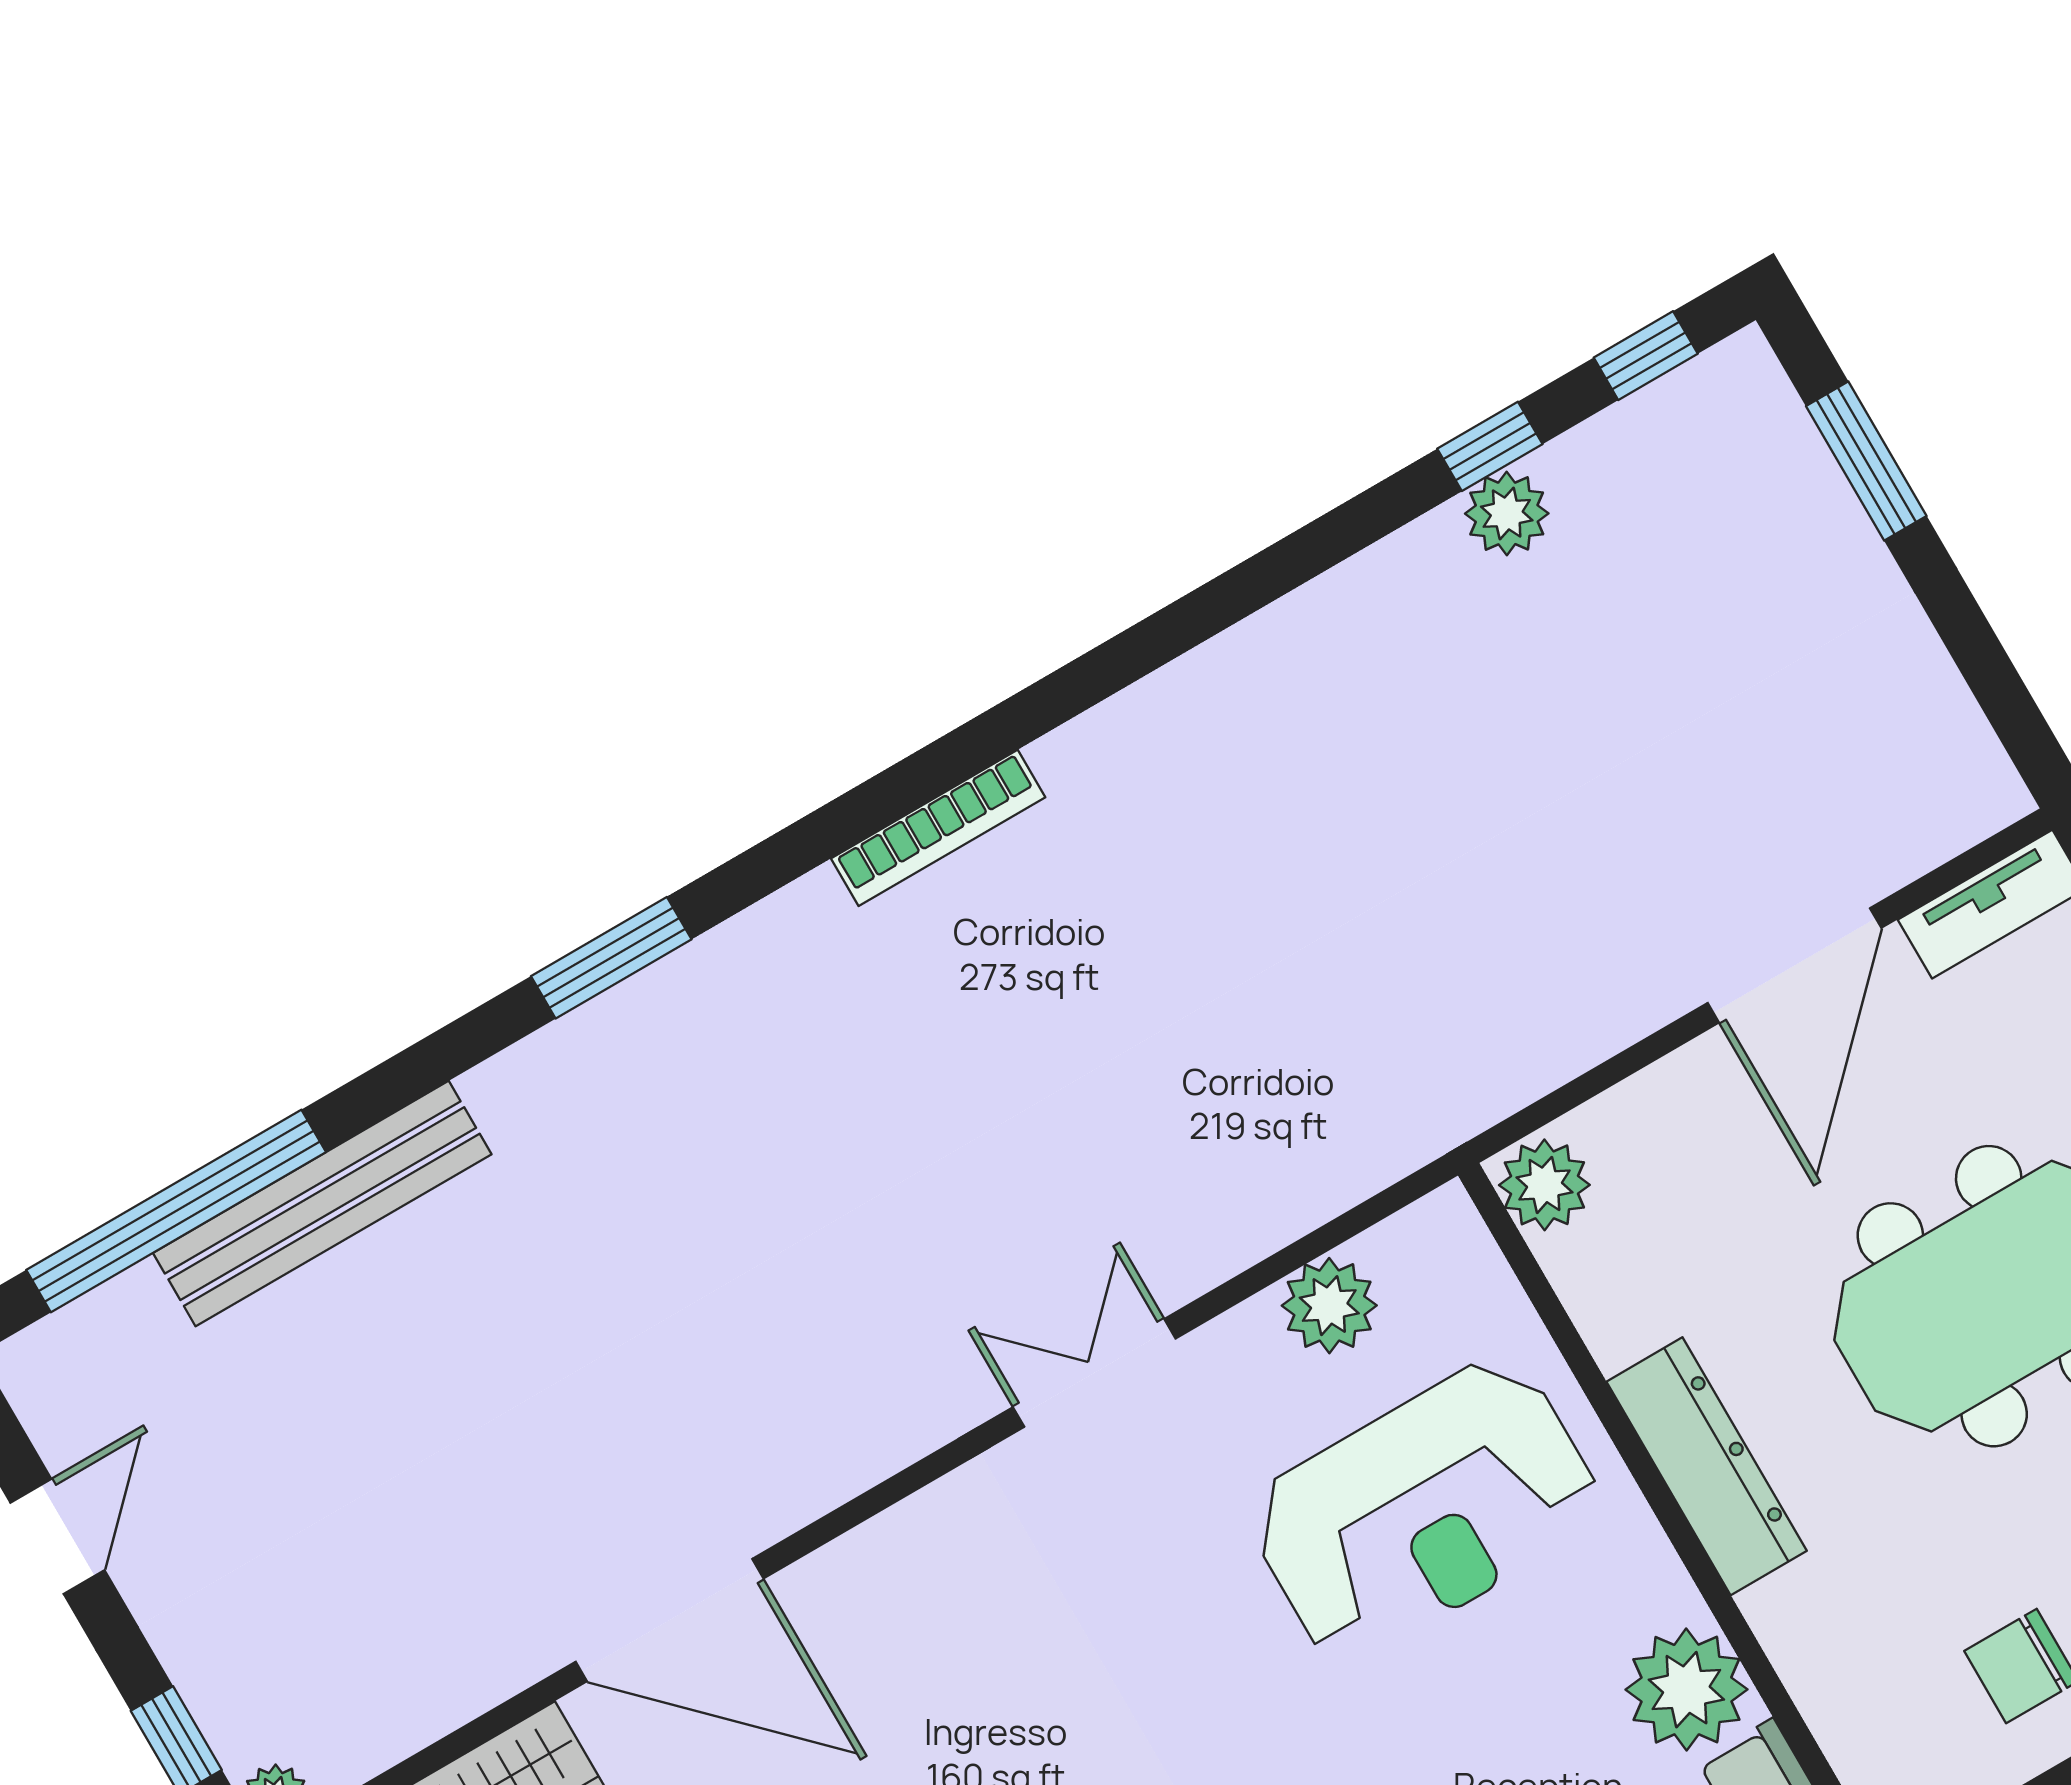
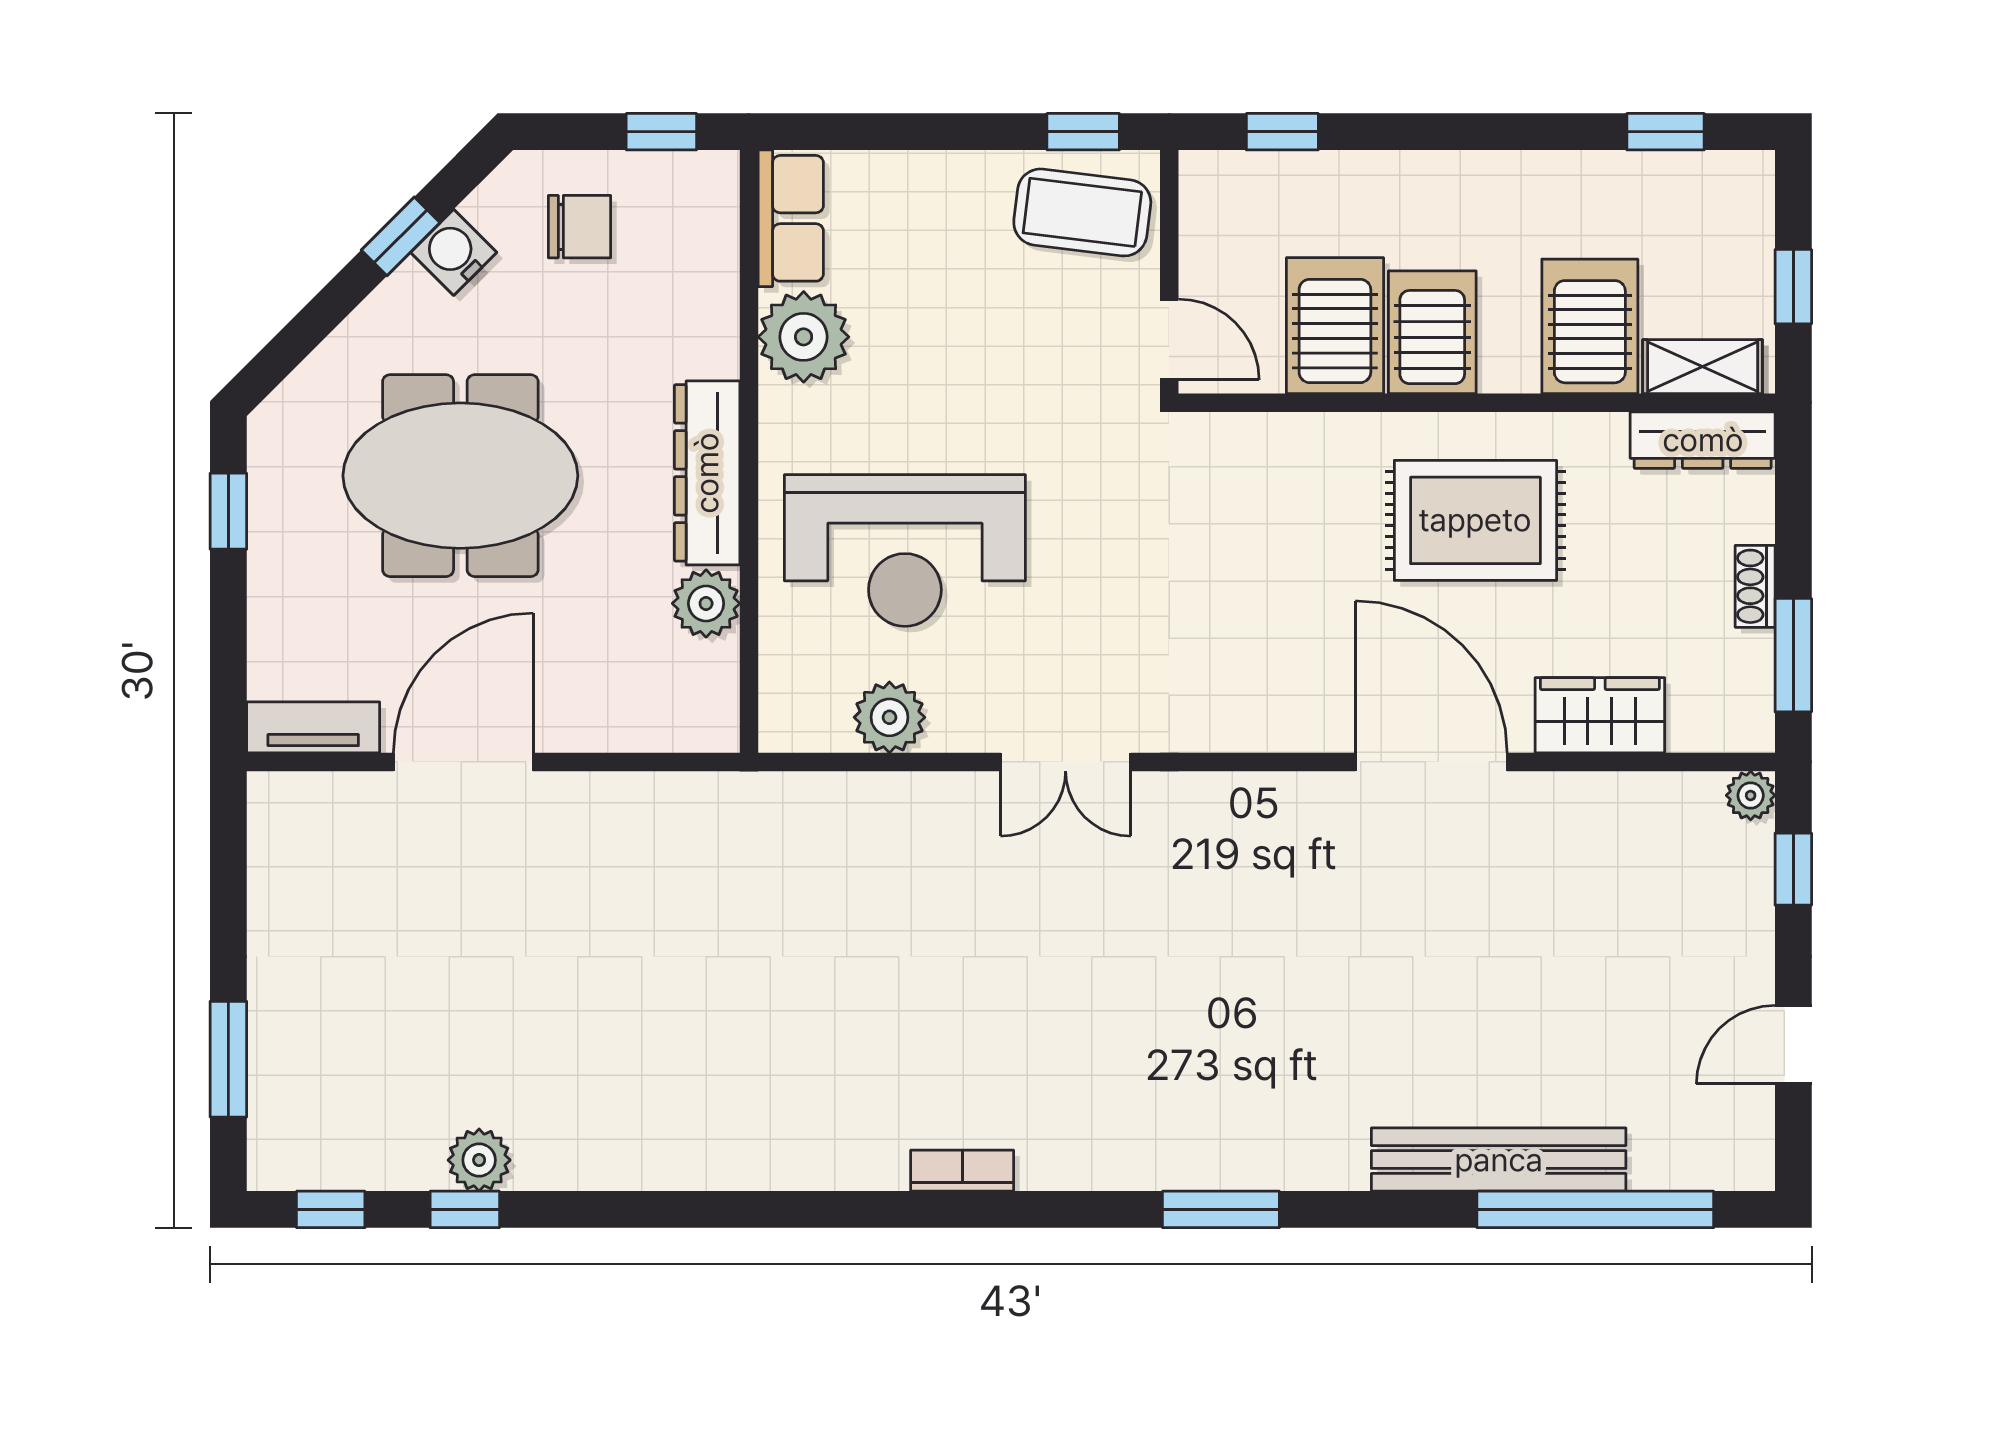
bookcase: (938, 828) -> (962, 1171), width x0.64
plant: (1544, 1185) -> (706, 603), moved
reception desk: (1424, 1510) -> (905, 551), turned 180

